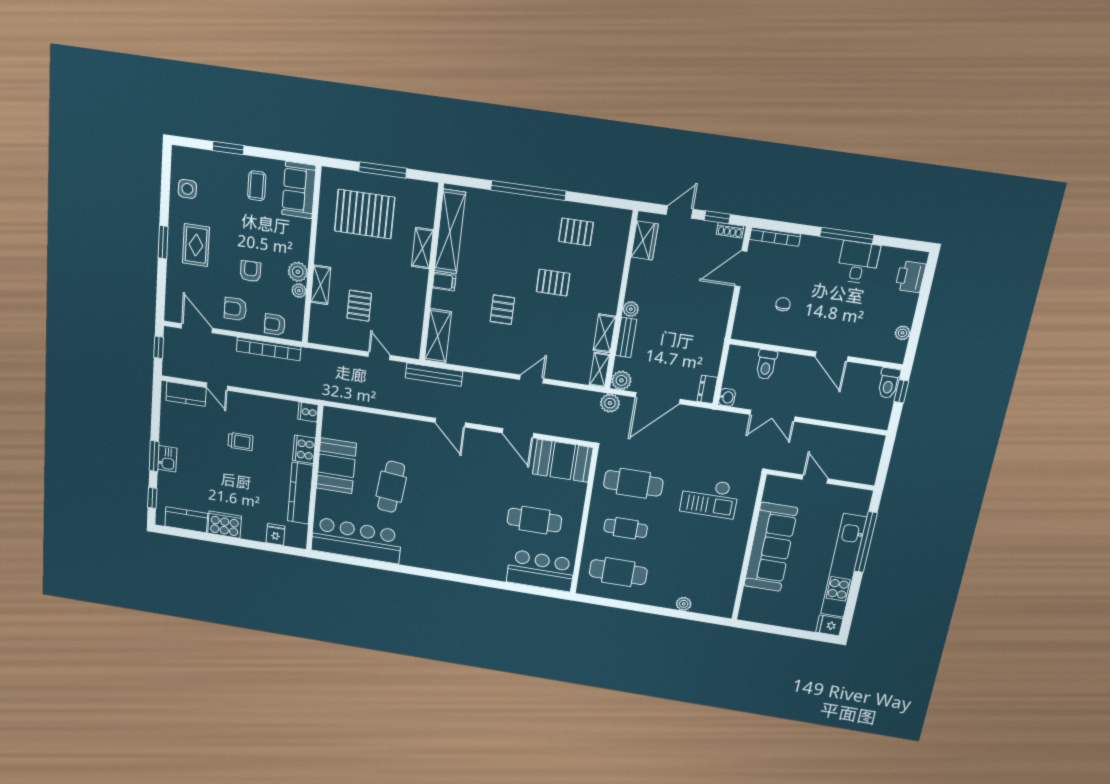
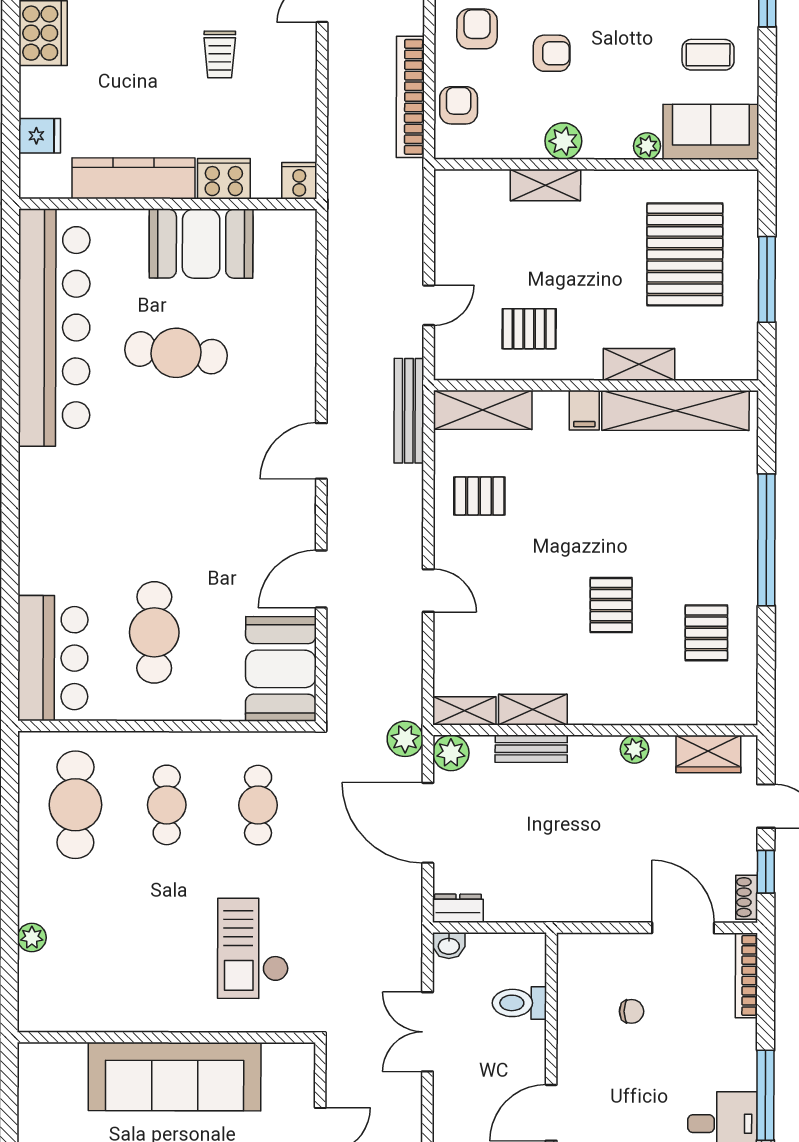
plant: (299, 291) -> (647, 146), moved
pallet: (359, 306) -> (529, 329), moved
plant: (631, 309) -> (634, 749), moved
pallet: (502, 310) -> (479, 496), moved
cafe table: (633, 483) -> (258, 805), width x0.73, depth x0.74
bar counter: (356, 540) -> (54, 328), width x1.36

